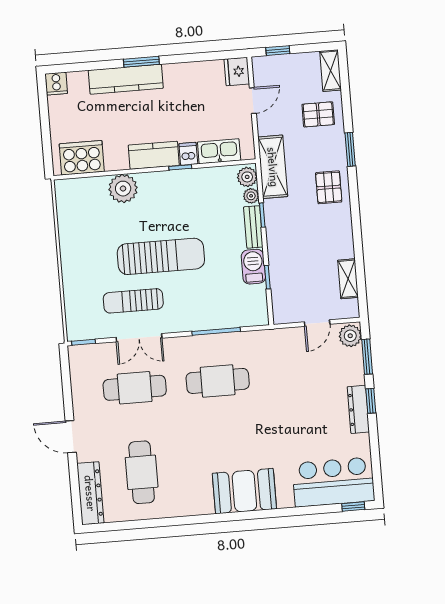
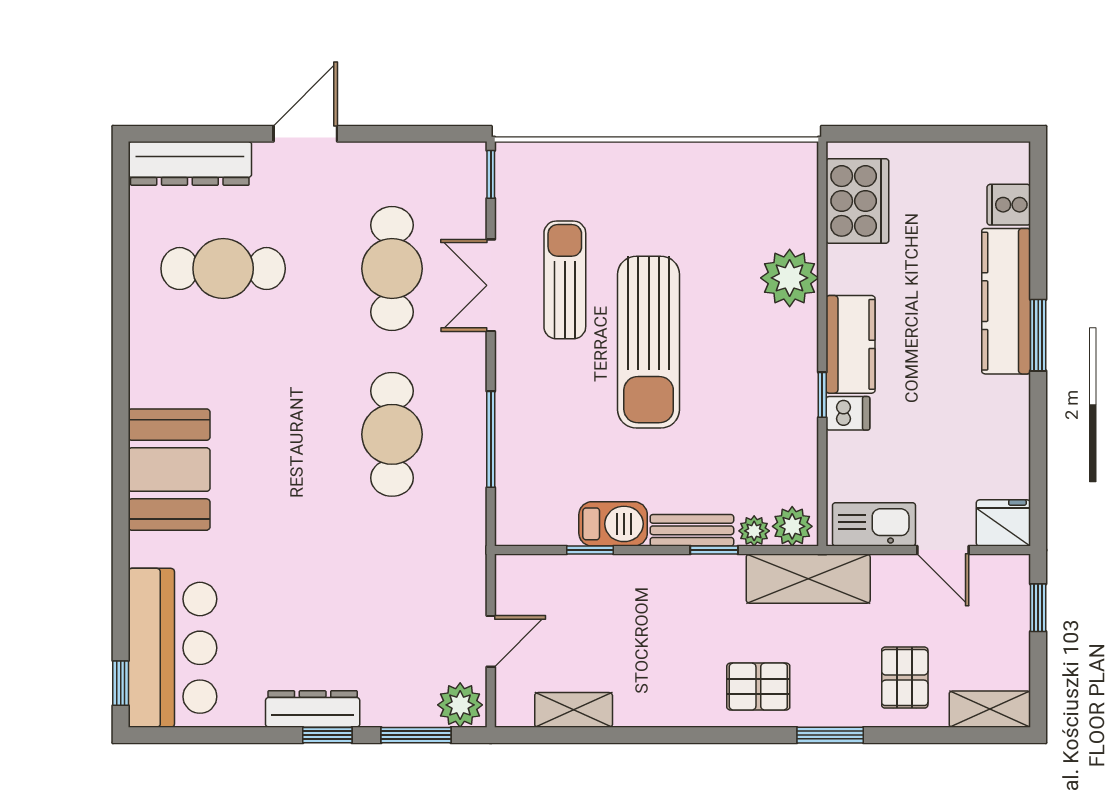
cooker: (56, 84) -> (1009, 205), moved
kitchen sink: (219, 151) -> (874, 524), moved, turned -90
door: (317, 323) -> (491, 641), swing flipped

